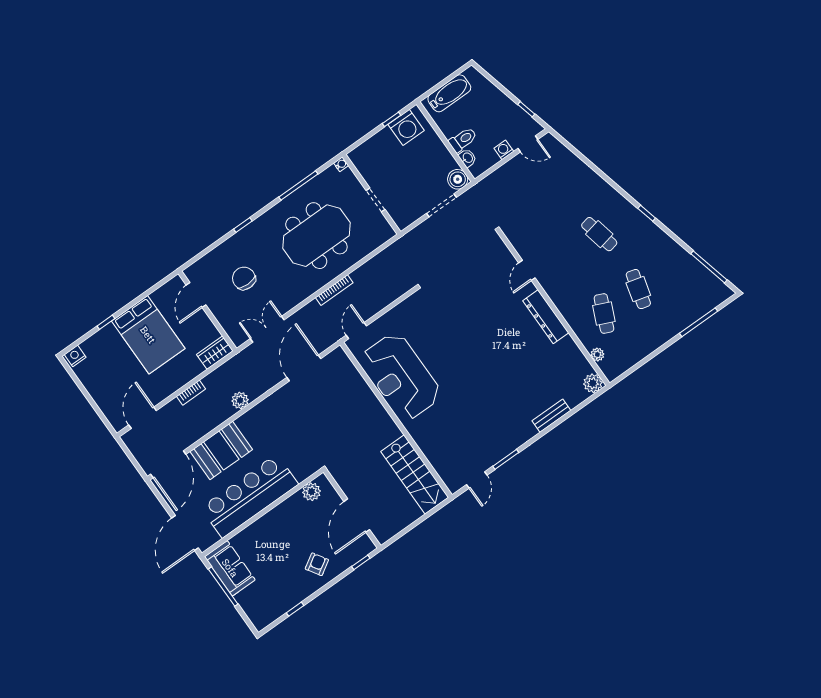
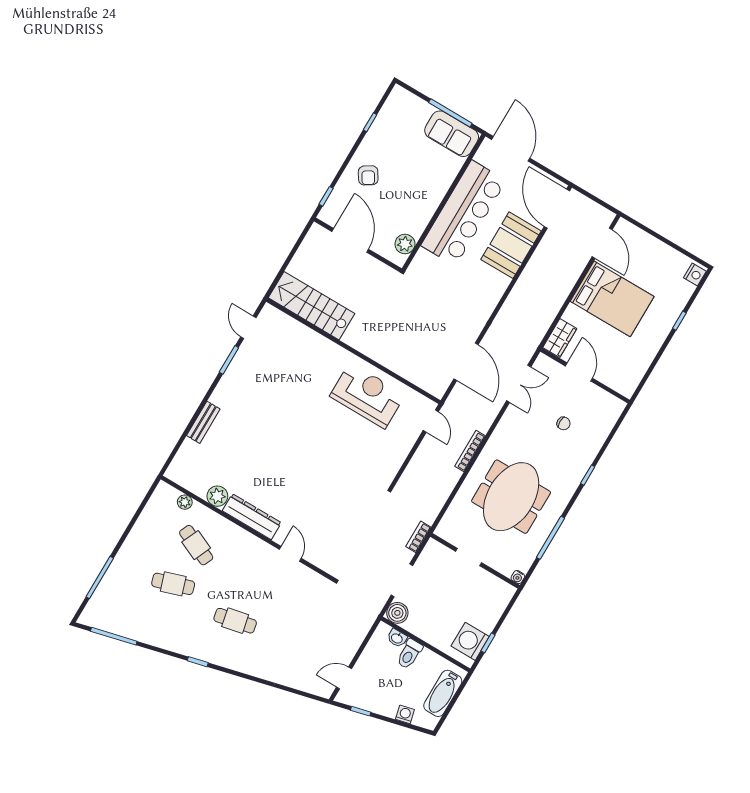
washing machine: (504, 150) -> (405, 714), moved, turned -104
chair: (244, 278) -> (563, 423), width x0.54, depth x0.54
cafe table: (638, 289) -> (173, 584), turned -33
door: (196, 295) -> (579, 372), moved
bed: (148, 335) -> (612, 299), moved, turned 180
reception desk: (401, 376) -> (367, 396), width x0.74, depth x0.77
plant: (593, 383) -> (217, 496), moved
bookcase: (191, 393) -> (418, 537), moved
plant: (240, 400) -> (514, 302), removed

